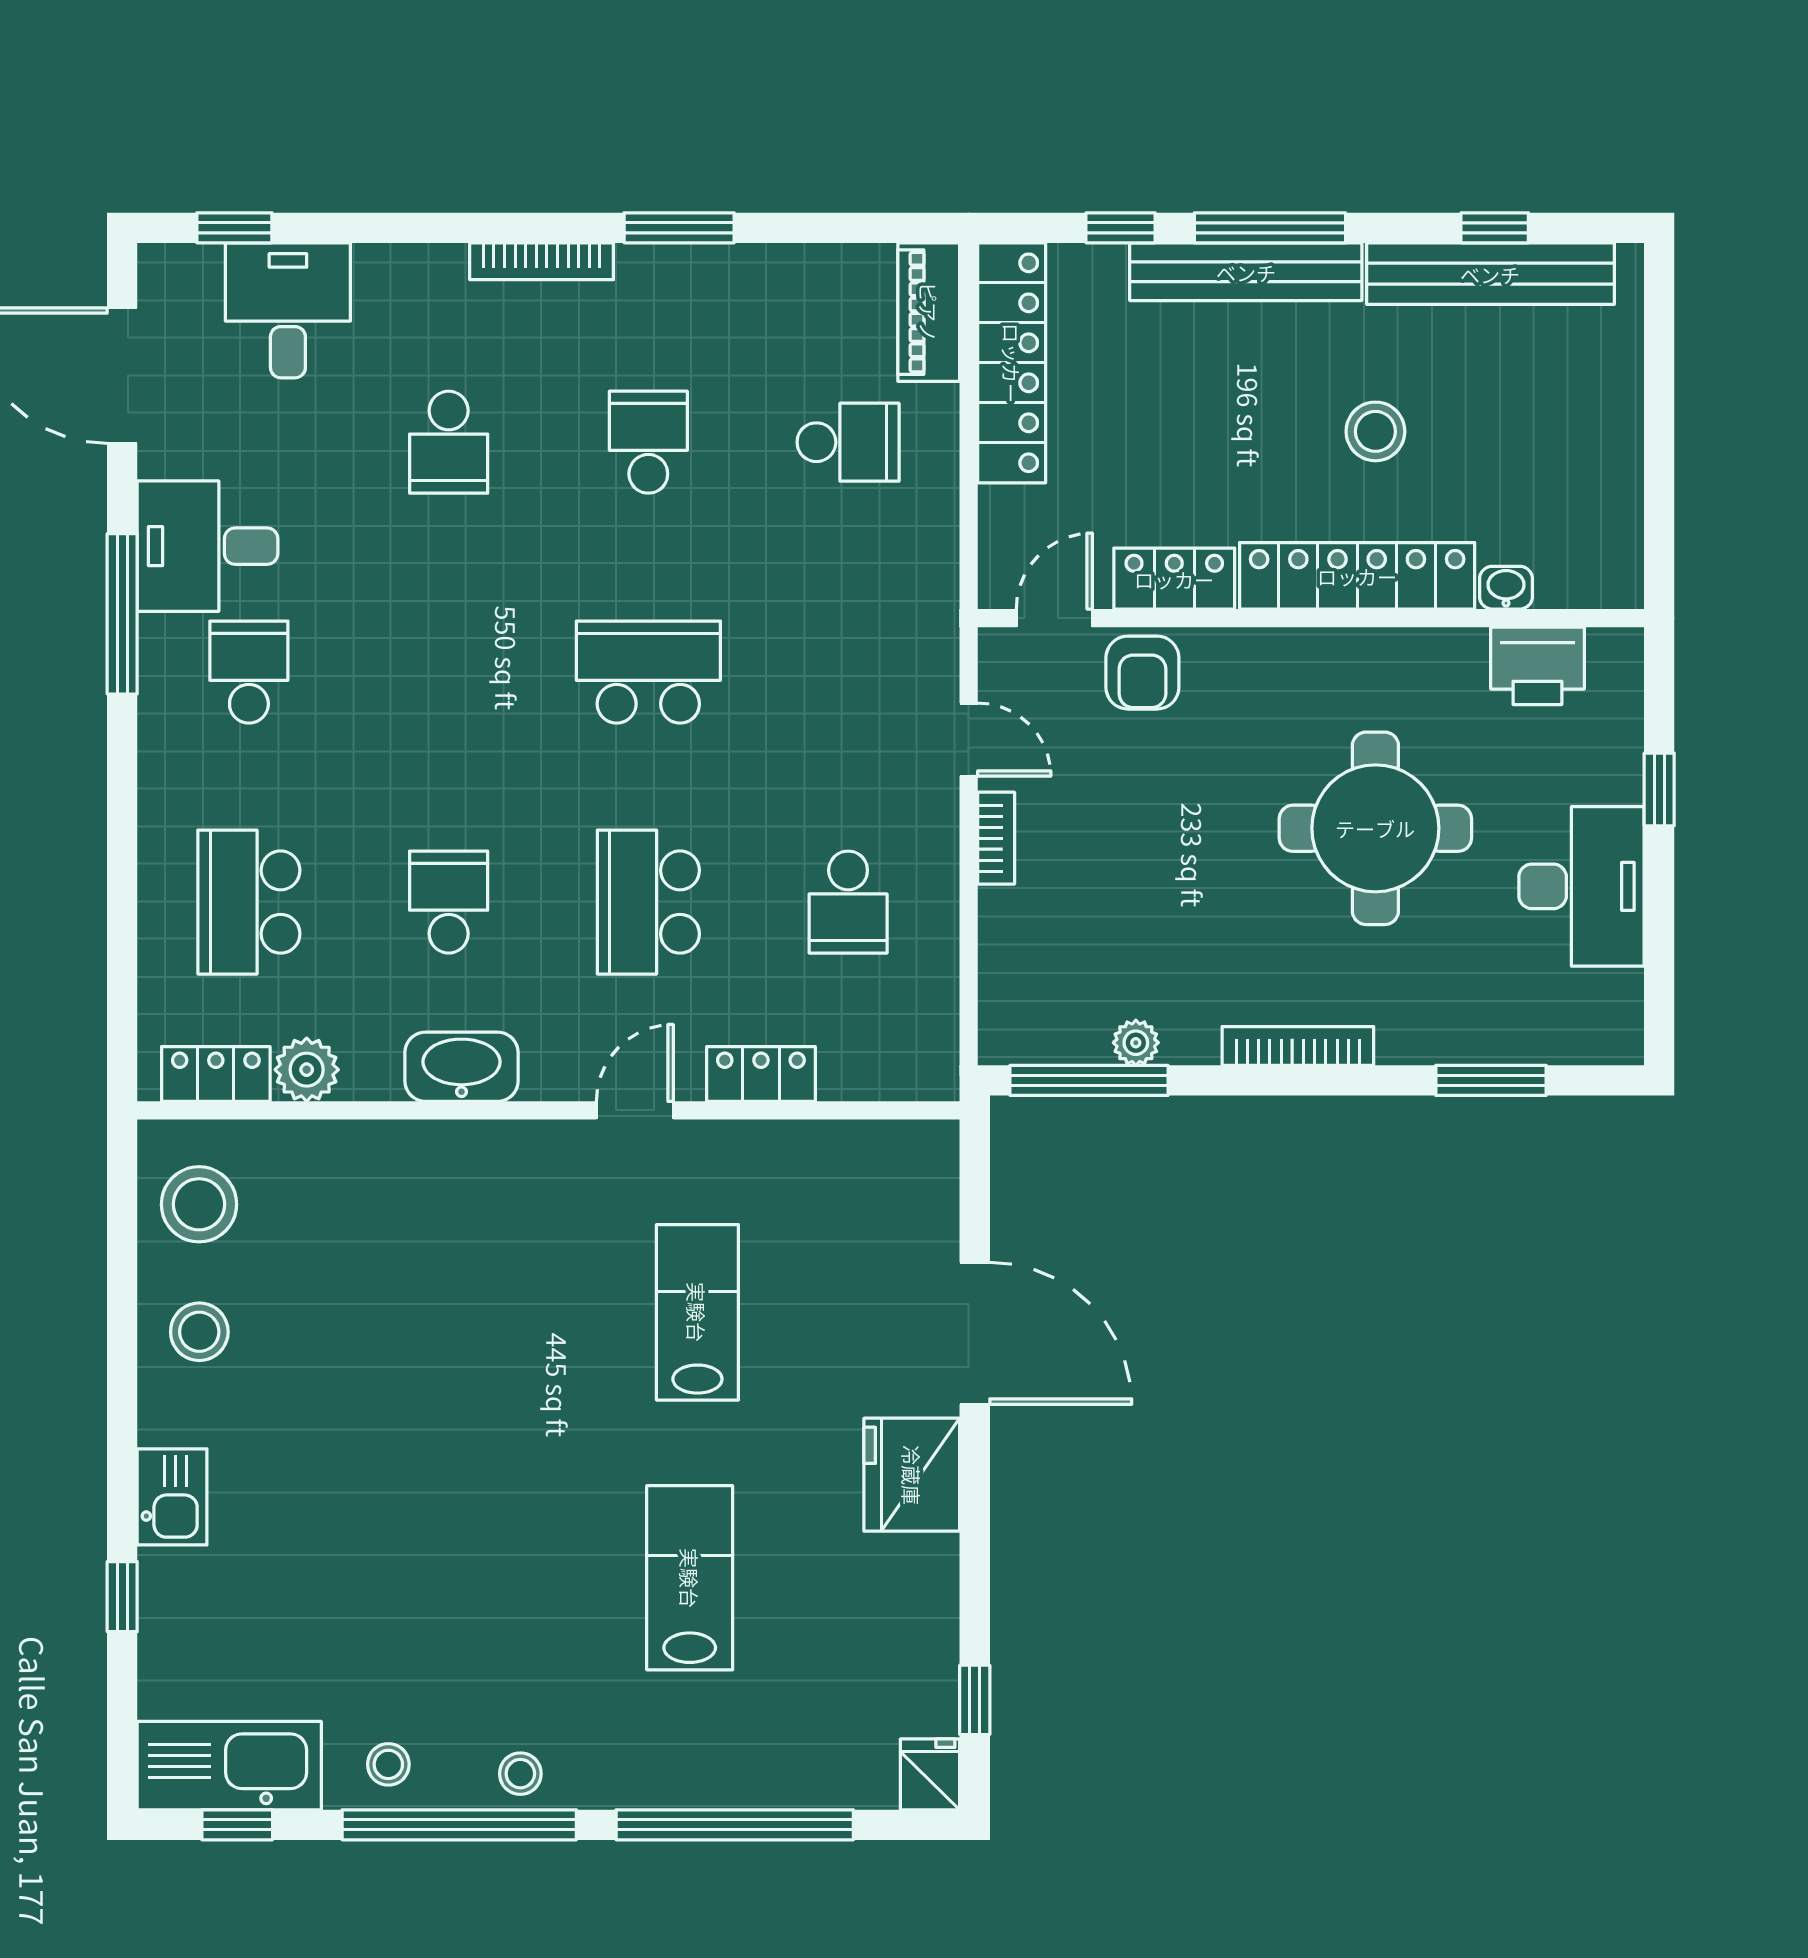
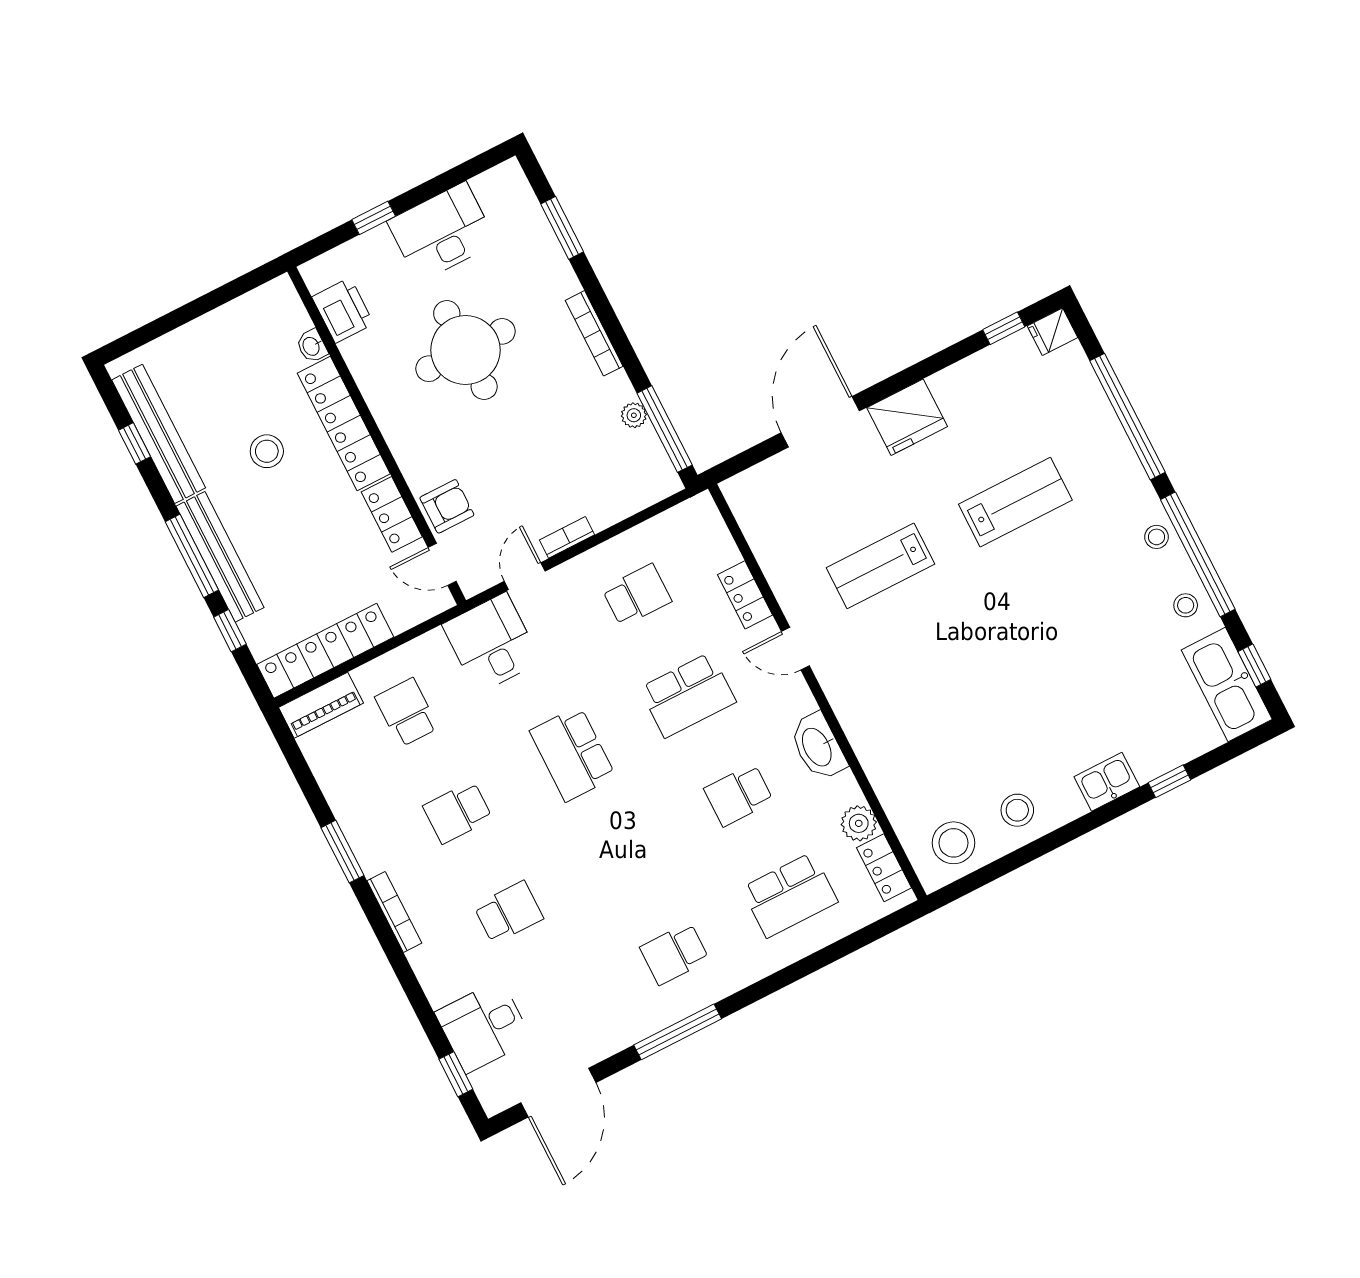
desk: (208, 546) -> (492, 643), moved, turned 180
lab bench: (690, 1578) -> (1015, 502), turned 180

